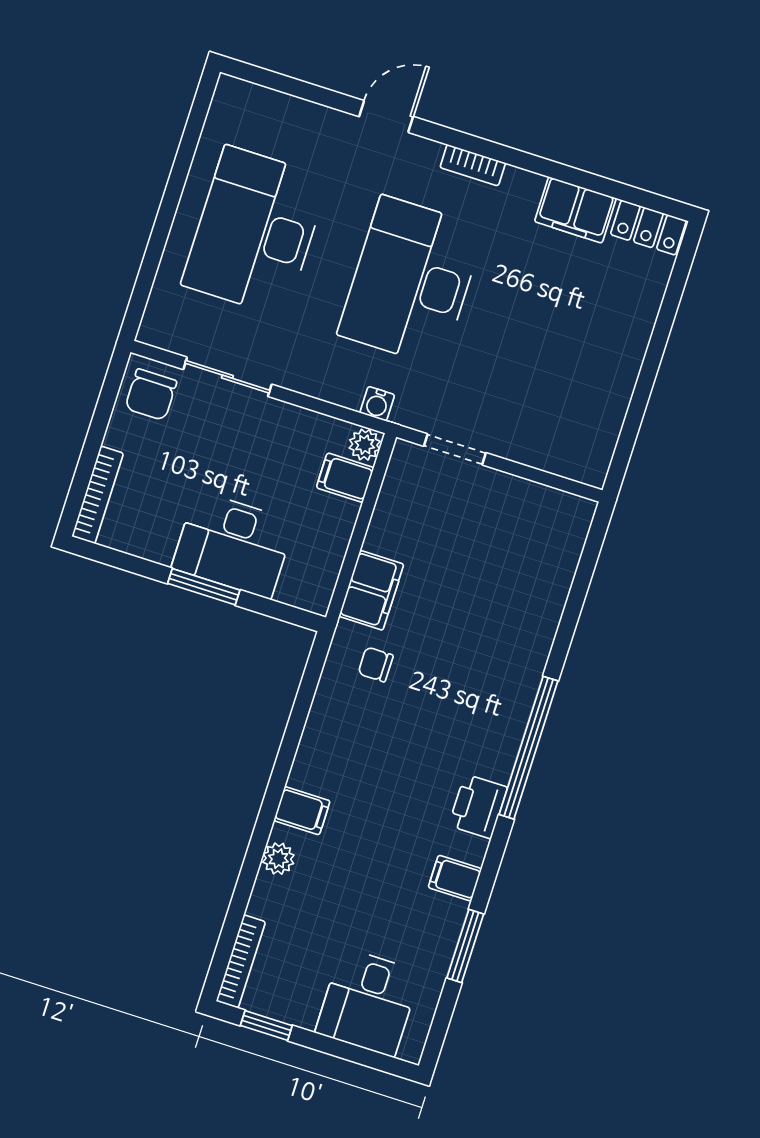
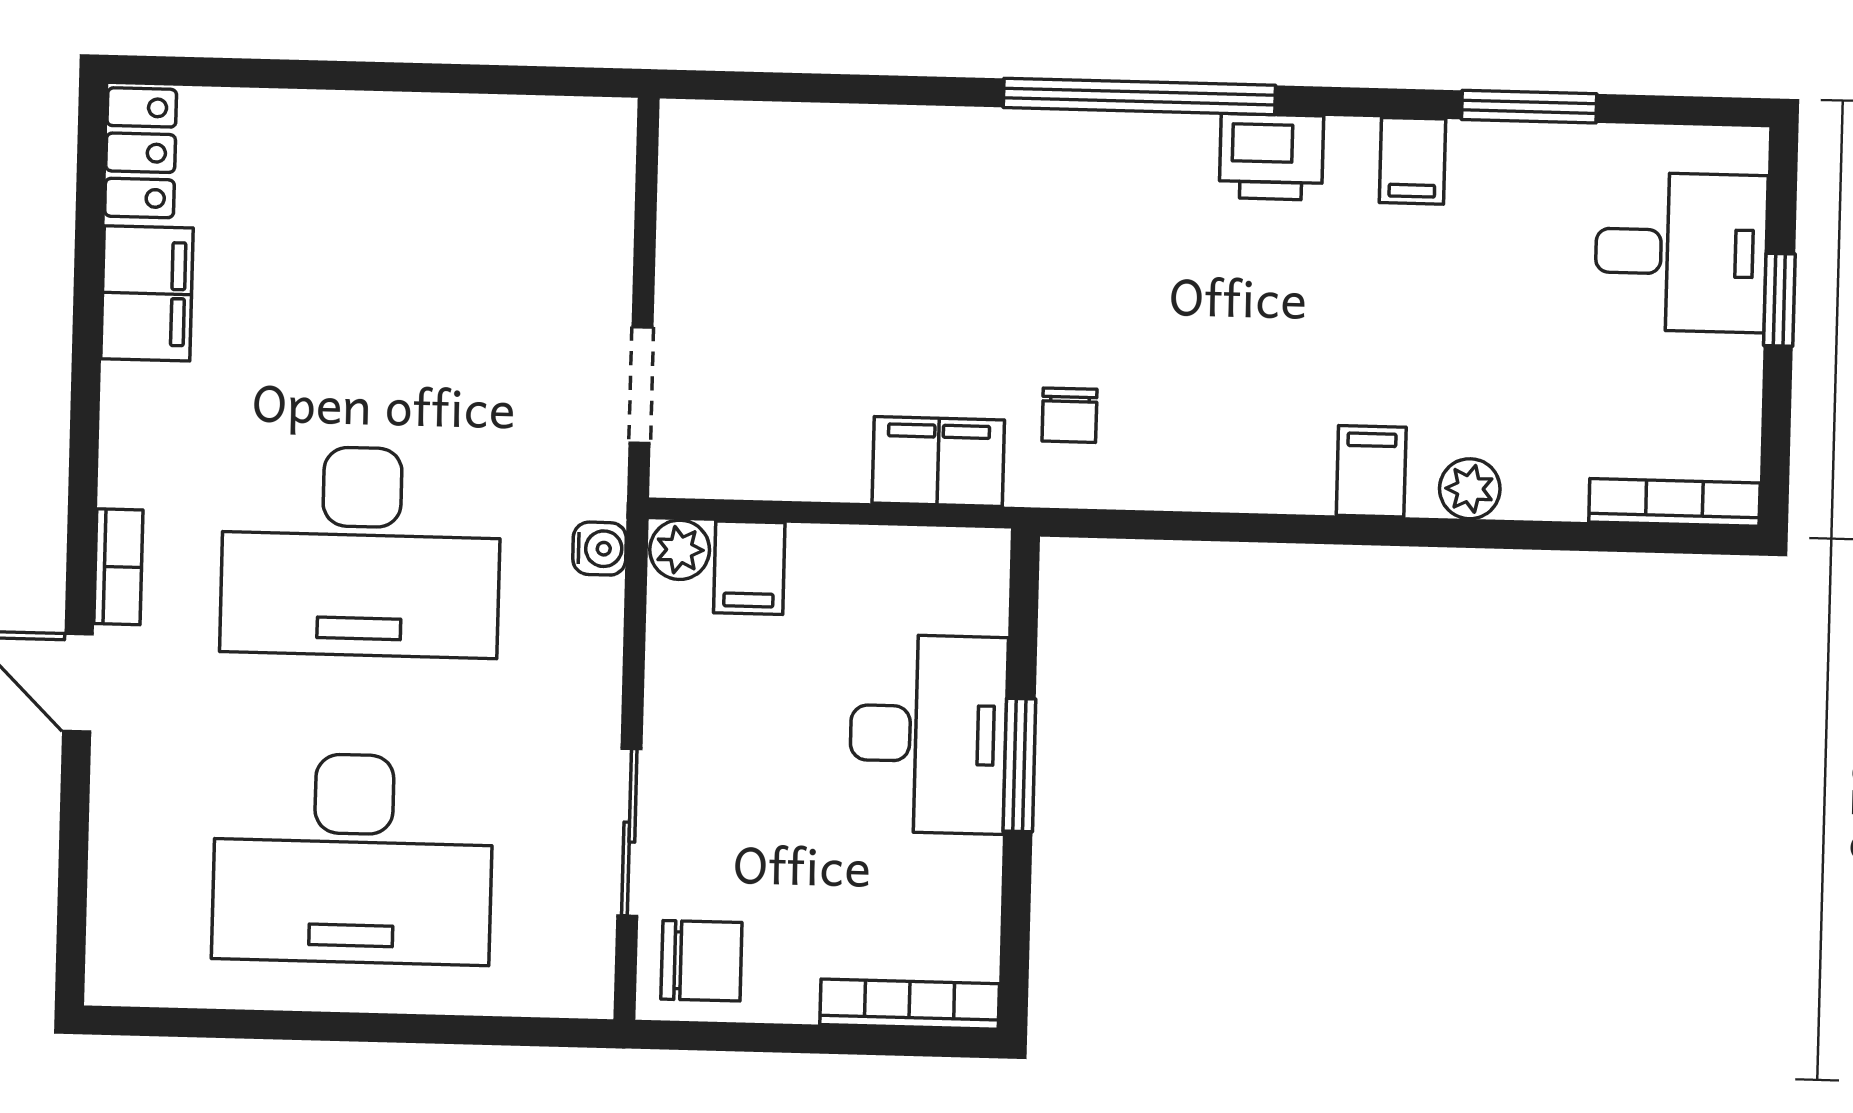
bookcase: (473, 165) -> (118, 567), moved
window: (266, 1025) -> (1779, 300), moved

